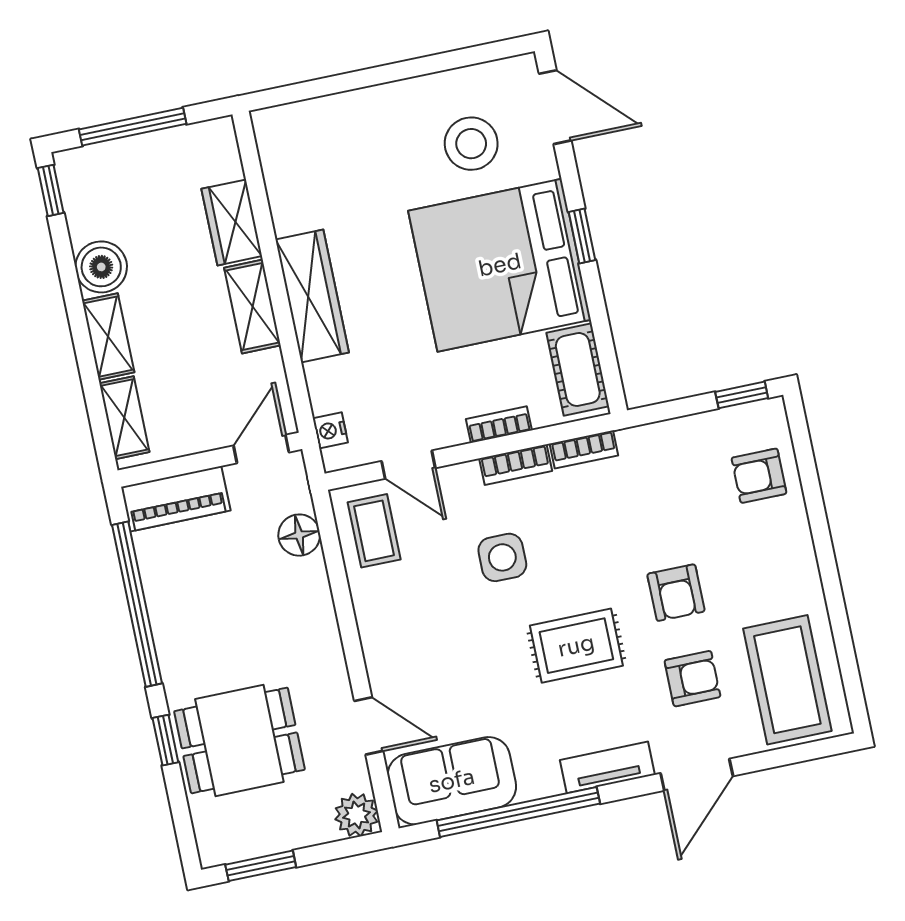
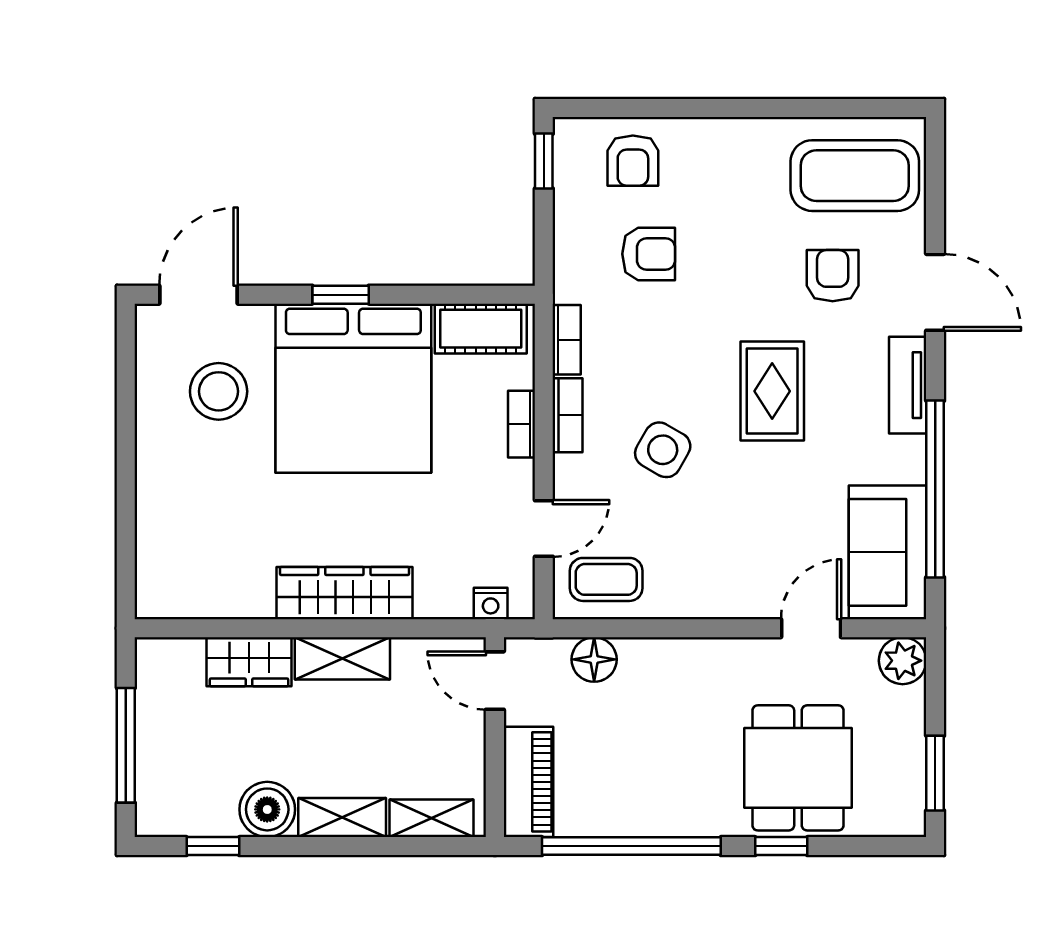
window: (51, 190) -> (213, 846), moved
side table: (502, 557) -> (663, 450), turned 30
armchair: (676, 593) -> (649, 254), moved

